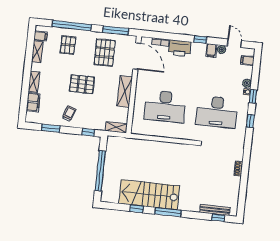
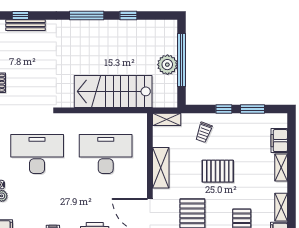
trolley: (69, 114) -> (204, 132), moved
window: (88, 132) -> (224, 109), moved
plant: (111, 169) -> (167, 65), added
stairs: (149, 195) -> (113, 91), moved, turned 180

